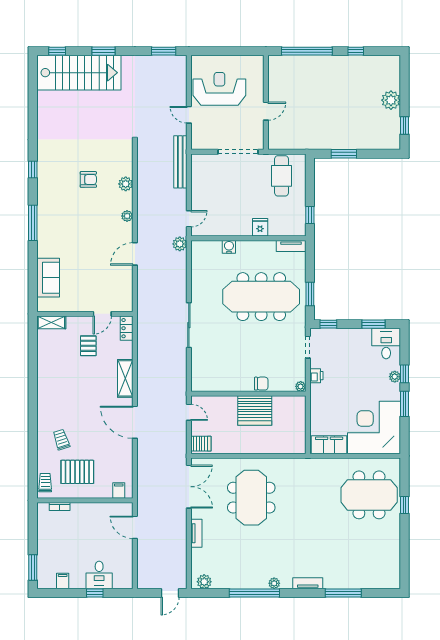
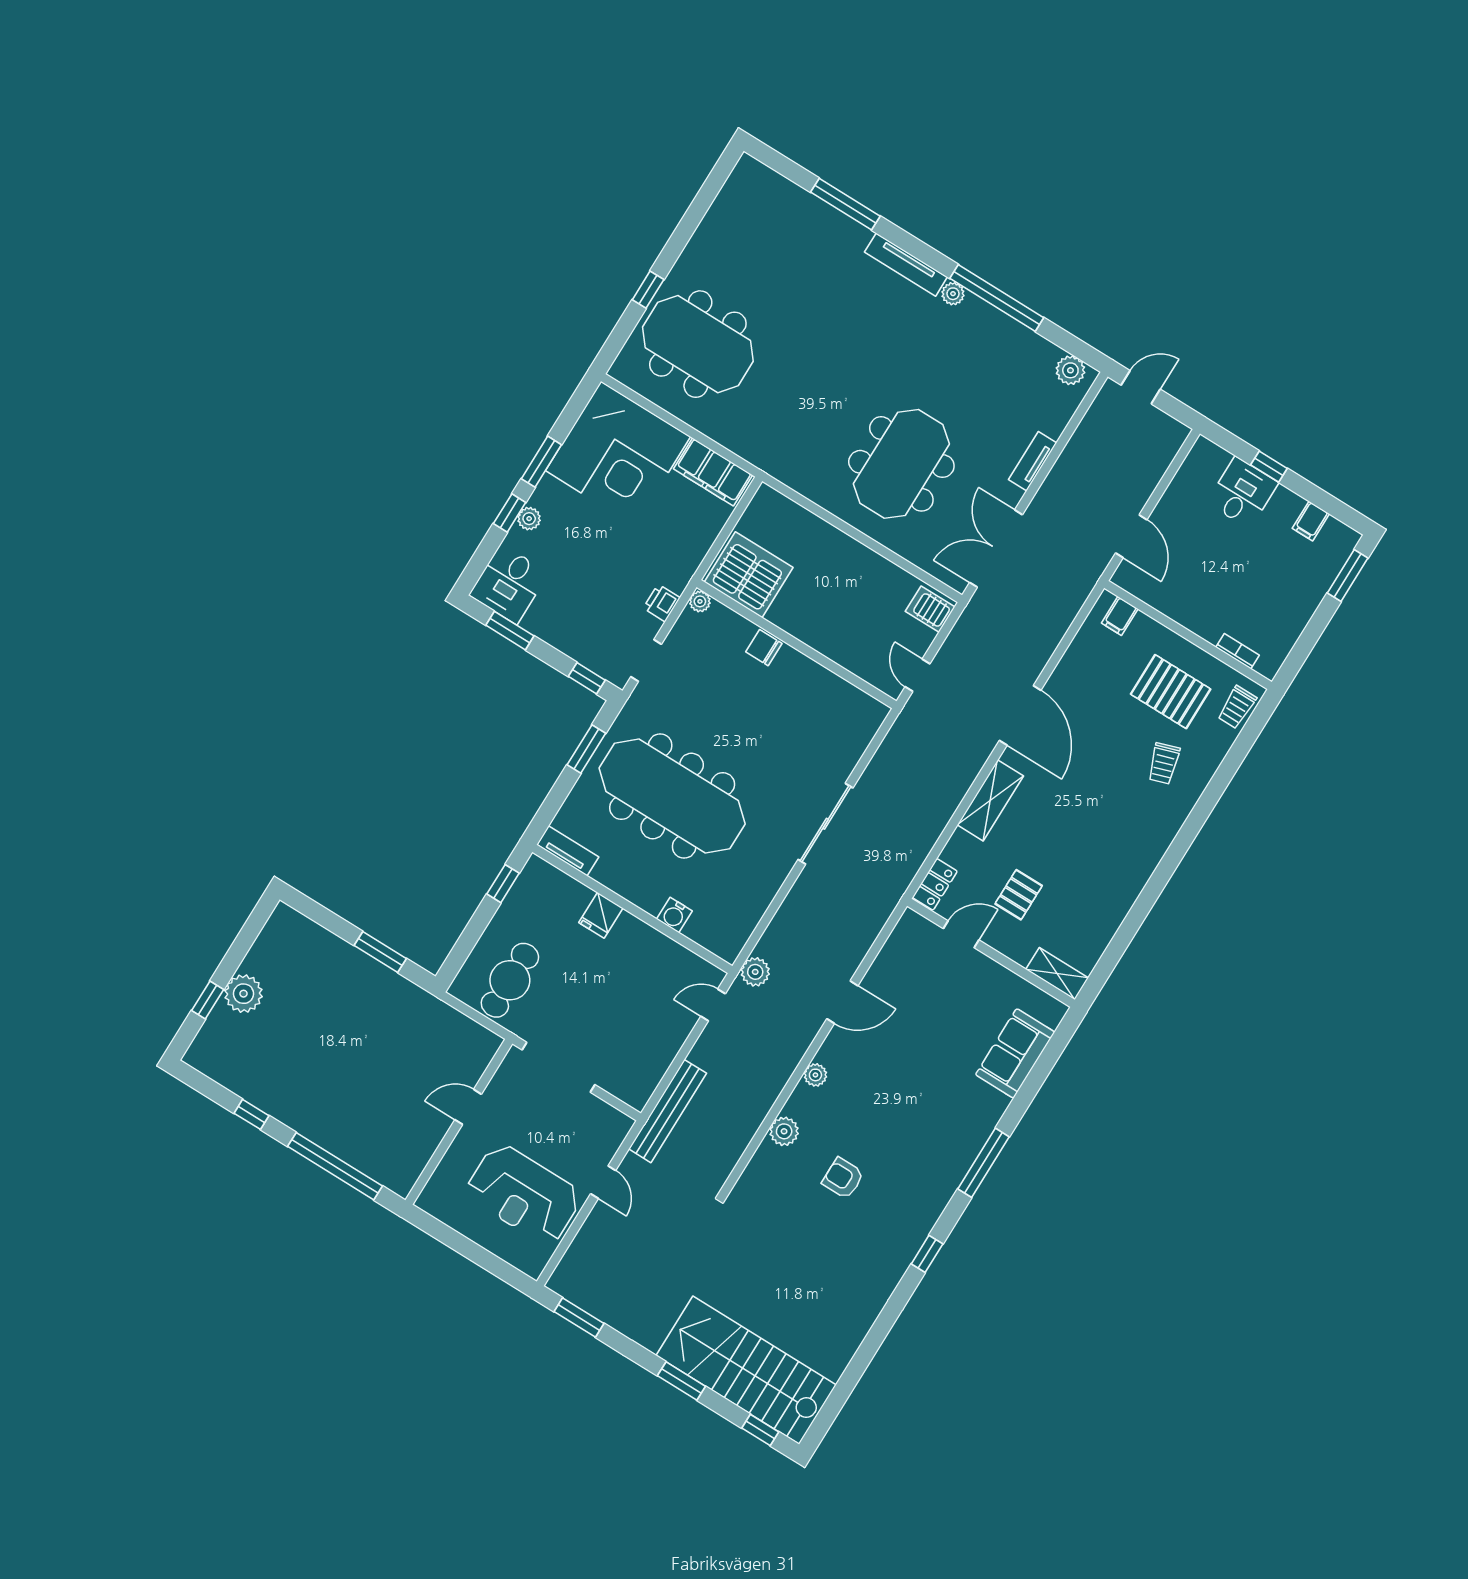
window: (404, 126) -> (208, 1000), moved
server rack: (255, 410) -> (749, 575), moved
tv unit: (308, 583) -> (906, 265), width x1.41

